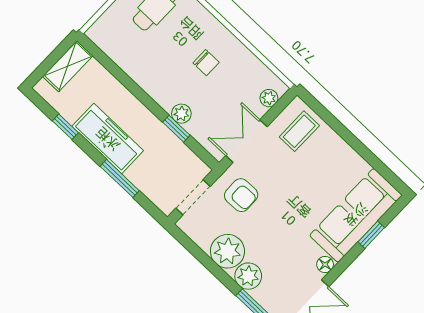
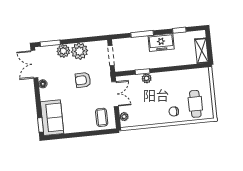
chair: (206, 63) -> (174, 111), moved
freezer: (108, 139) -> (161, 42), width x0.71
armchair: (241, 195) -> (83, 80), moved
sofa: (356, 215) -> (52, 118), width x0.73
window: (371, 235) -> (40, 125), moved

